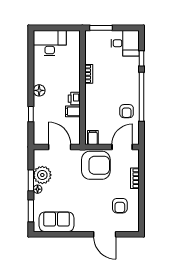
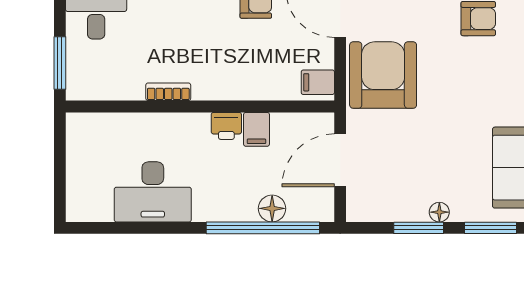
desk: (50, 43) -> (153, 192), moved, turned -90
floor lamp: (39, 90) -> (272, 208), moved
window: (31, 114) -> (263, 228), width x3.17
plant: (42, 175) -> (406, 201), removed

